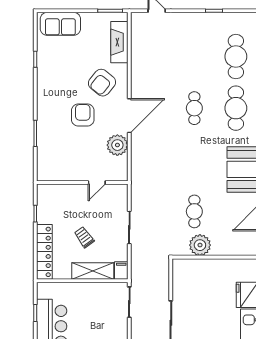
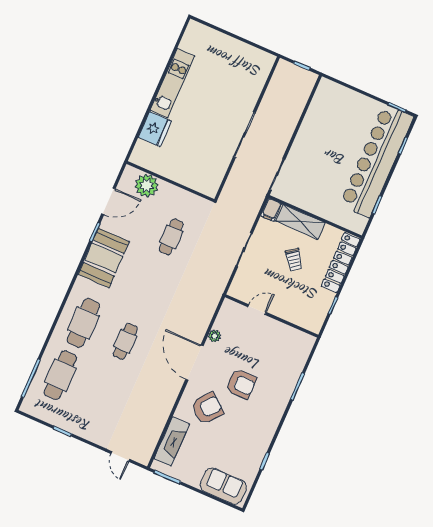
armchair: (83, 115) -> (241, 384), turned -90
door: (129, 116) -> (194, 363), hinge flipped
plant: (117, 145) -> (215, 336), width x0.53, depth x0.53
plant: (200, 245) -> (147, 186), moved

